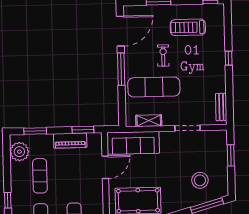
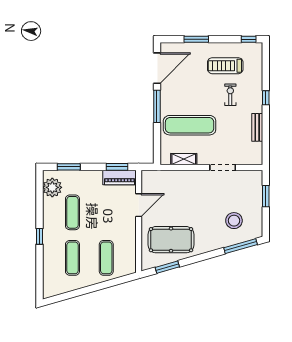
exercise bike: (163, 55) -> (230, 95), moved
bench: (221, 107) -> (257, 127), moved
piano: (70, 141) -> (120, 177), moved
sofa: (133, 143) -> (167, 181), removed

